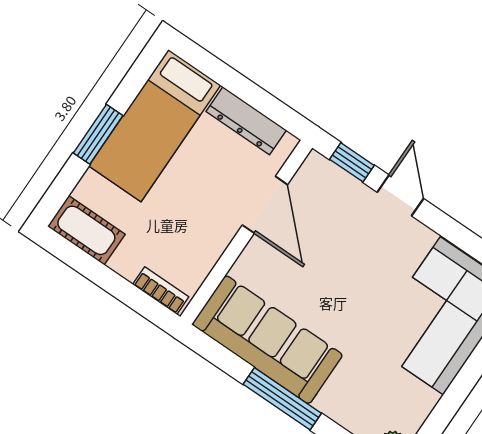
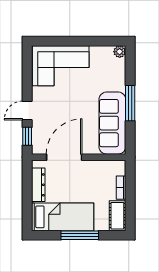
window: (98, 134) -> (80, 235), width x1.44
door: (265, 205) -> (64, 157), width x1.36
bookcase: (161, 291) -> (121, 188), moved

